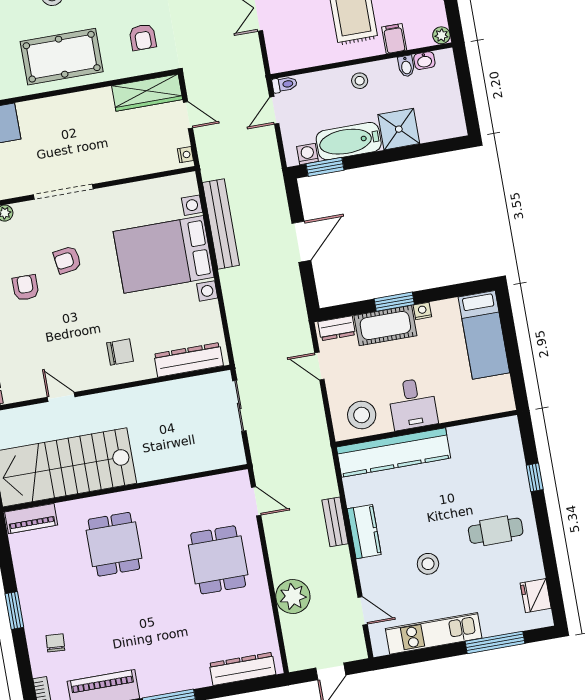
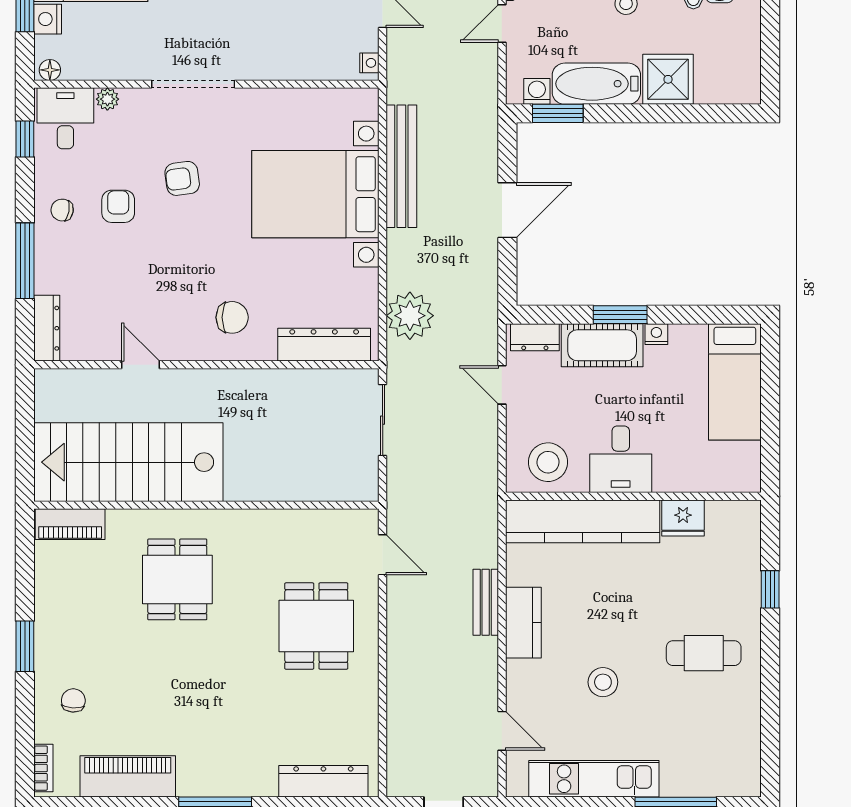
plant: (293, 596) -> (410, 316), moved
fridge: (536, 596) -> (683, 518), moved, turned -90

